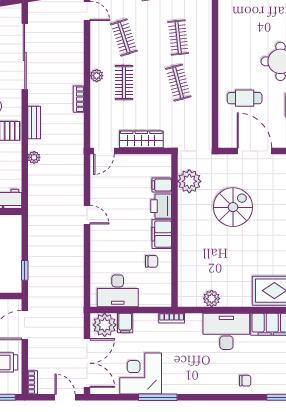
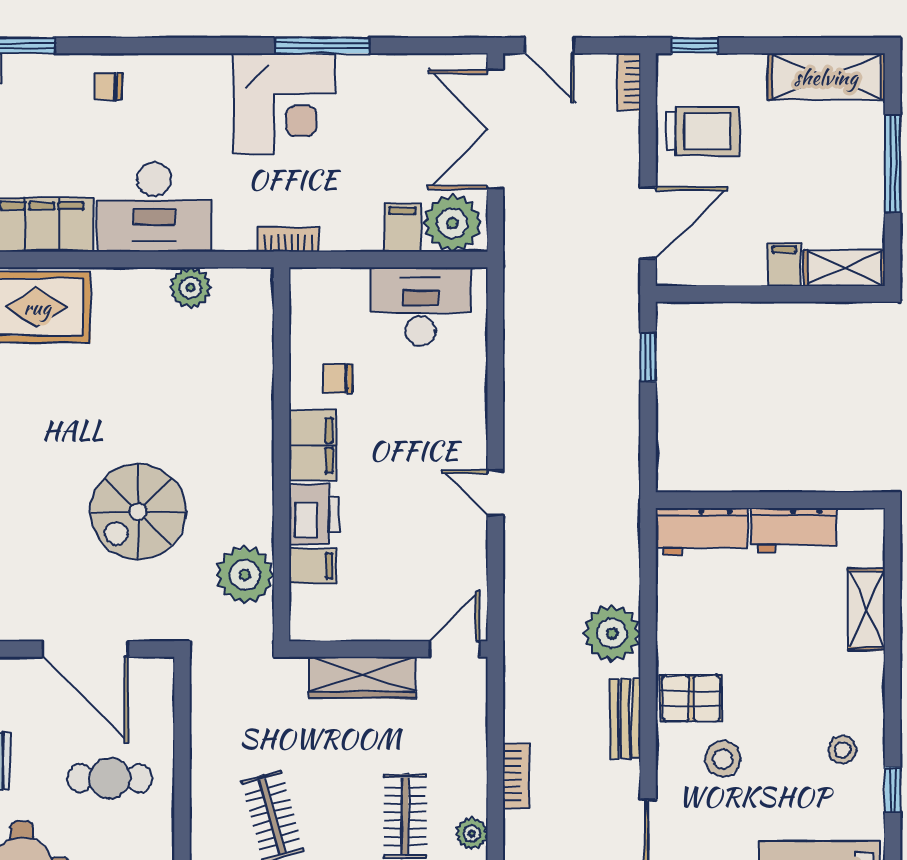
plant: (34, 157) -> (612, 633), width x1.87, depth x1.87
corner desk: (141, 374) -> (284, 104), moved

